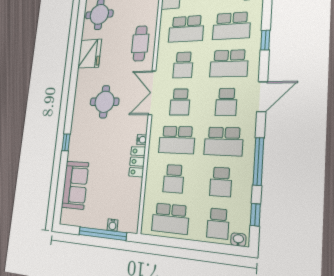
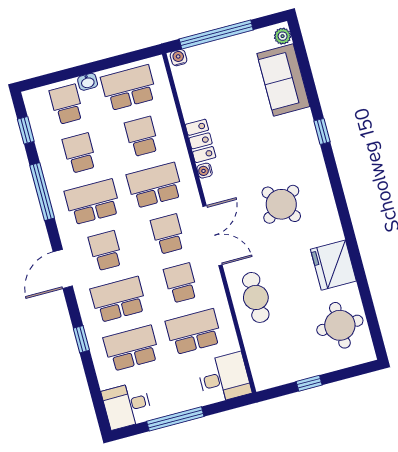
round table: (105, 102) -> (281, 204), turned -34
plant: (65, 215) -> (283, 36), added
water cooler: (113, 225) -> (179, 58), moved
washbasin: (238, 240) -> (88, 82), moved

